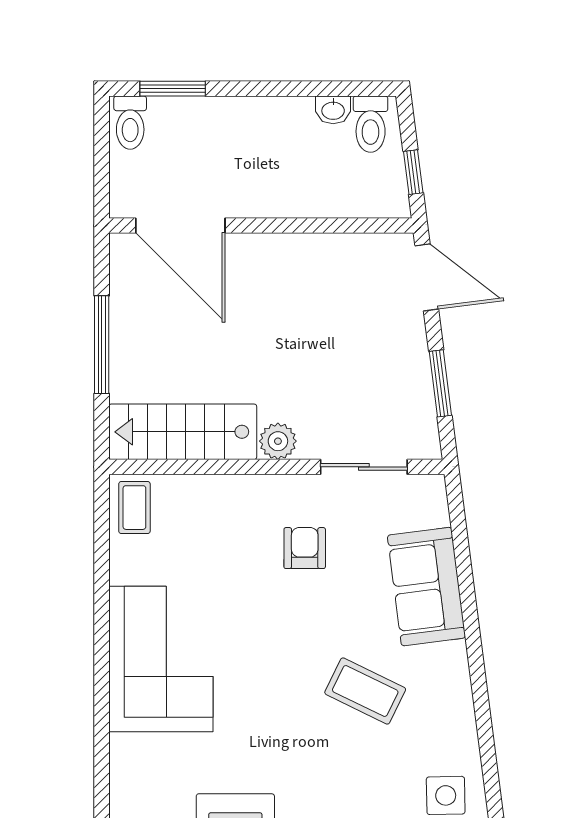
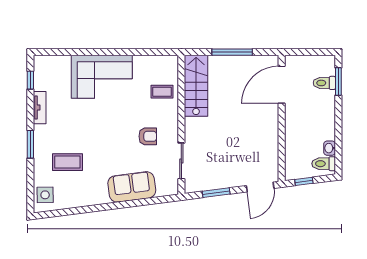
toilet: (130, 123) -> (324, 83), moved
plant: (278, 441) -> (192, 125), removed
coffee table: (134, 508) -> (162, 92), moved
coffee table: (365, 691) -> (67, 162), moved, turned 64

